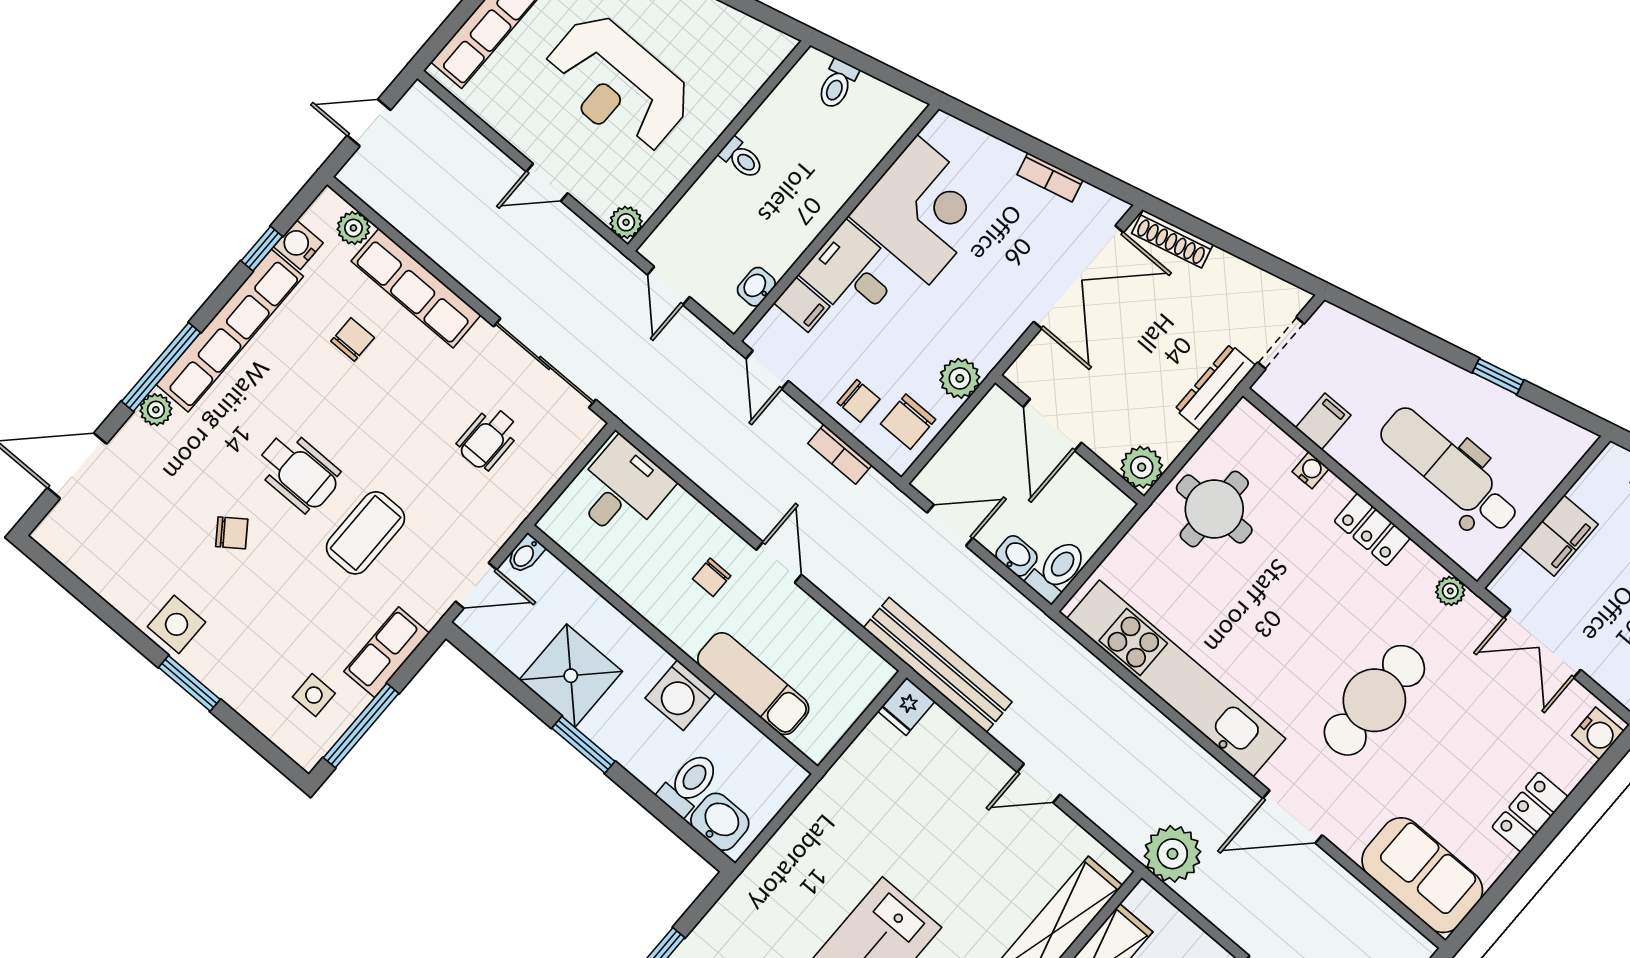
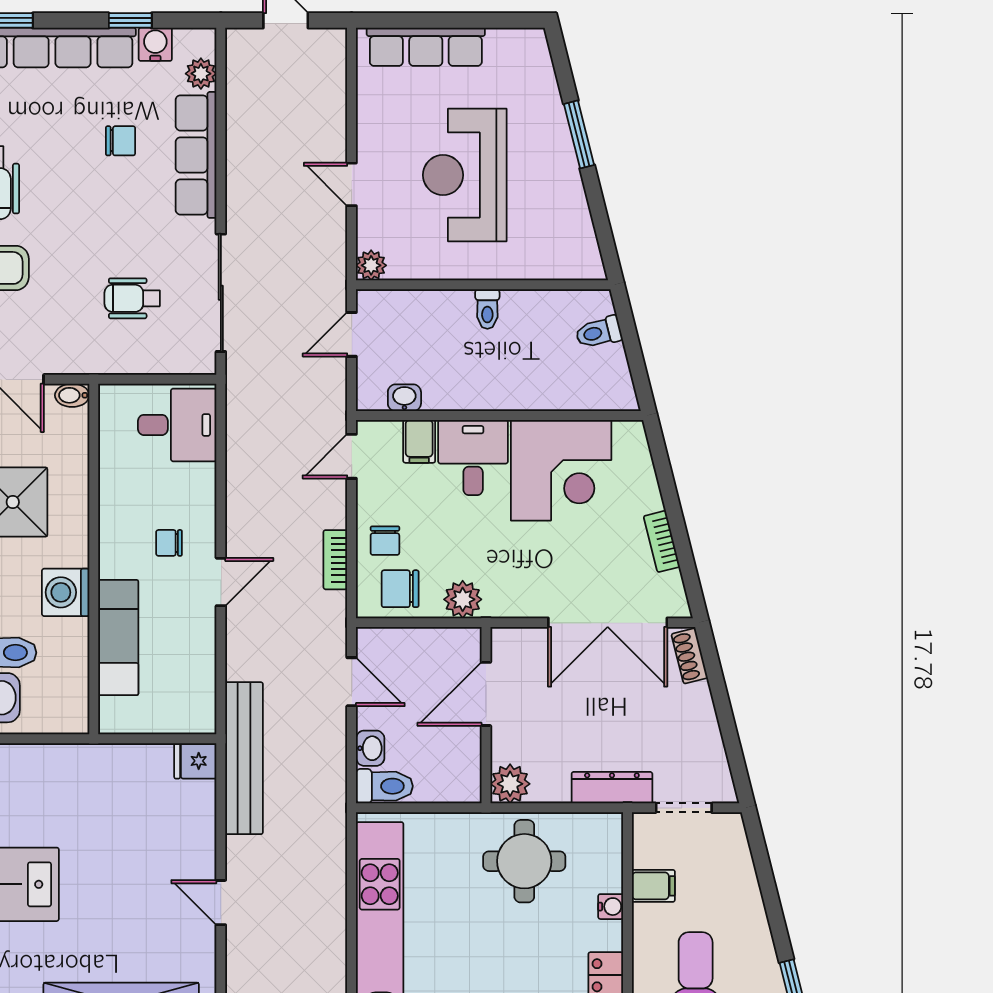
shoe rack: (1172, 239) -> (690, 656), width x0.70

